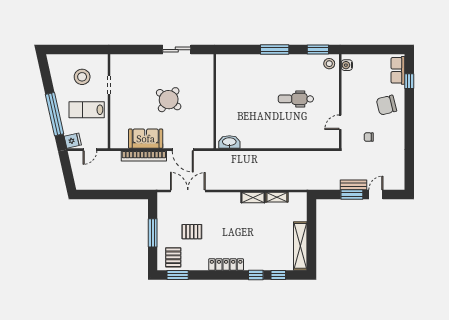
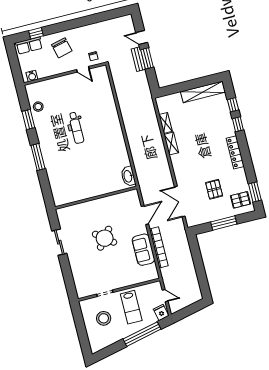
water cooler: (347, 65) -> (32, 76), moved
wall: (340, 101) -> (65, 74), moved
door: (340, 122) -> (83, 69), moved

